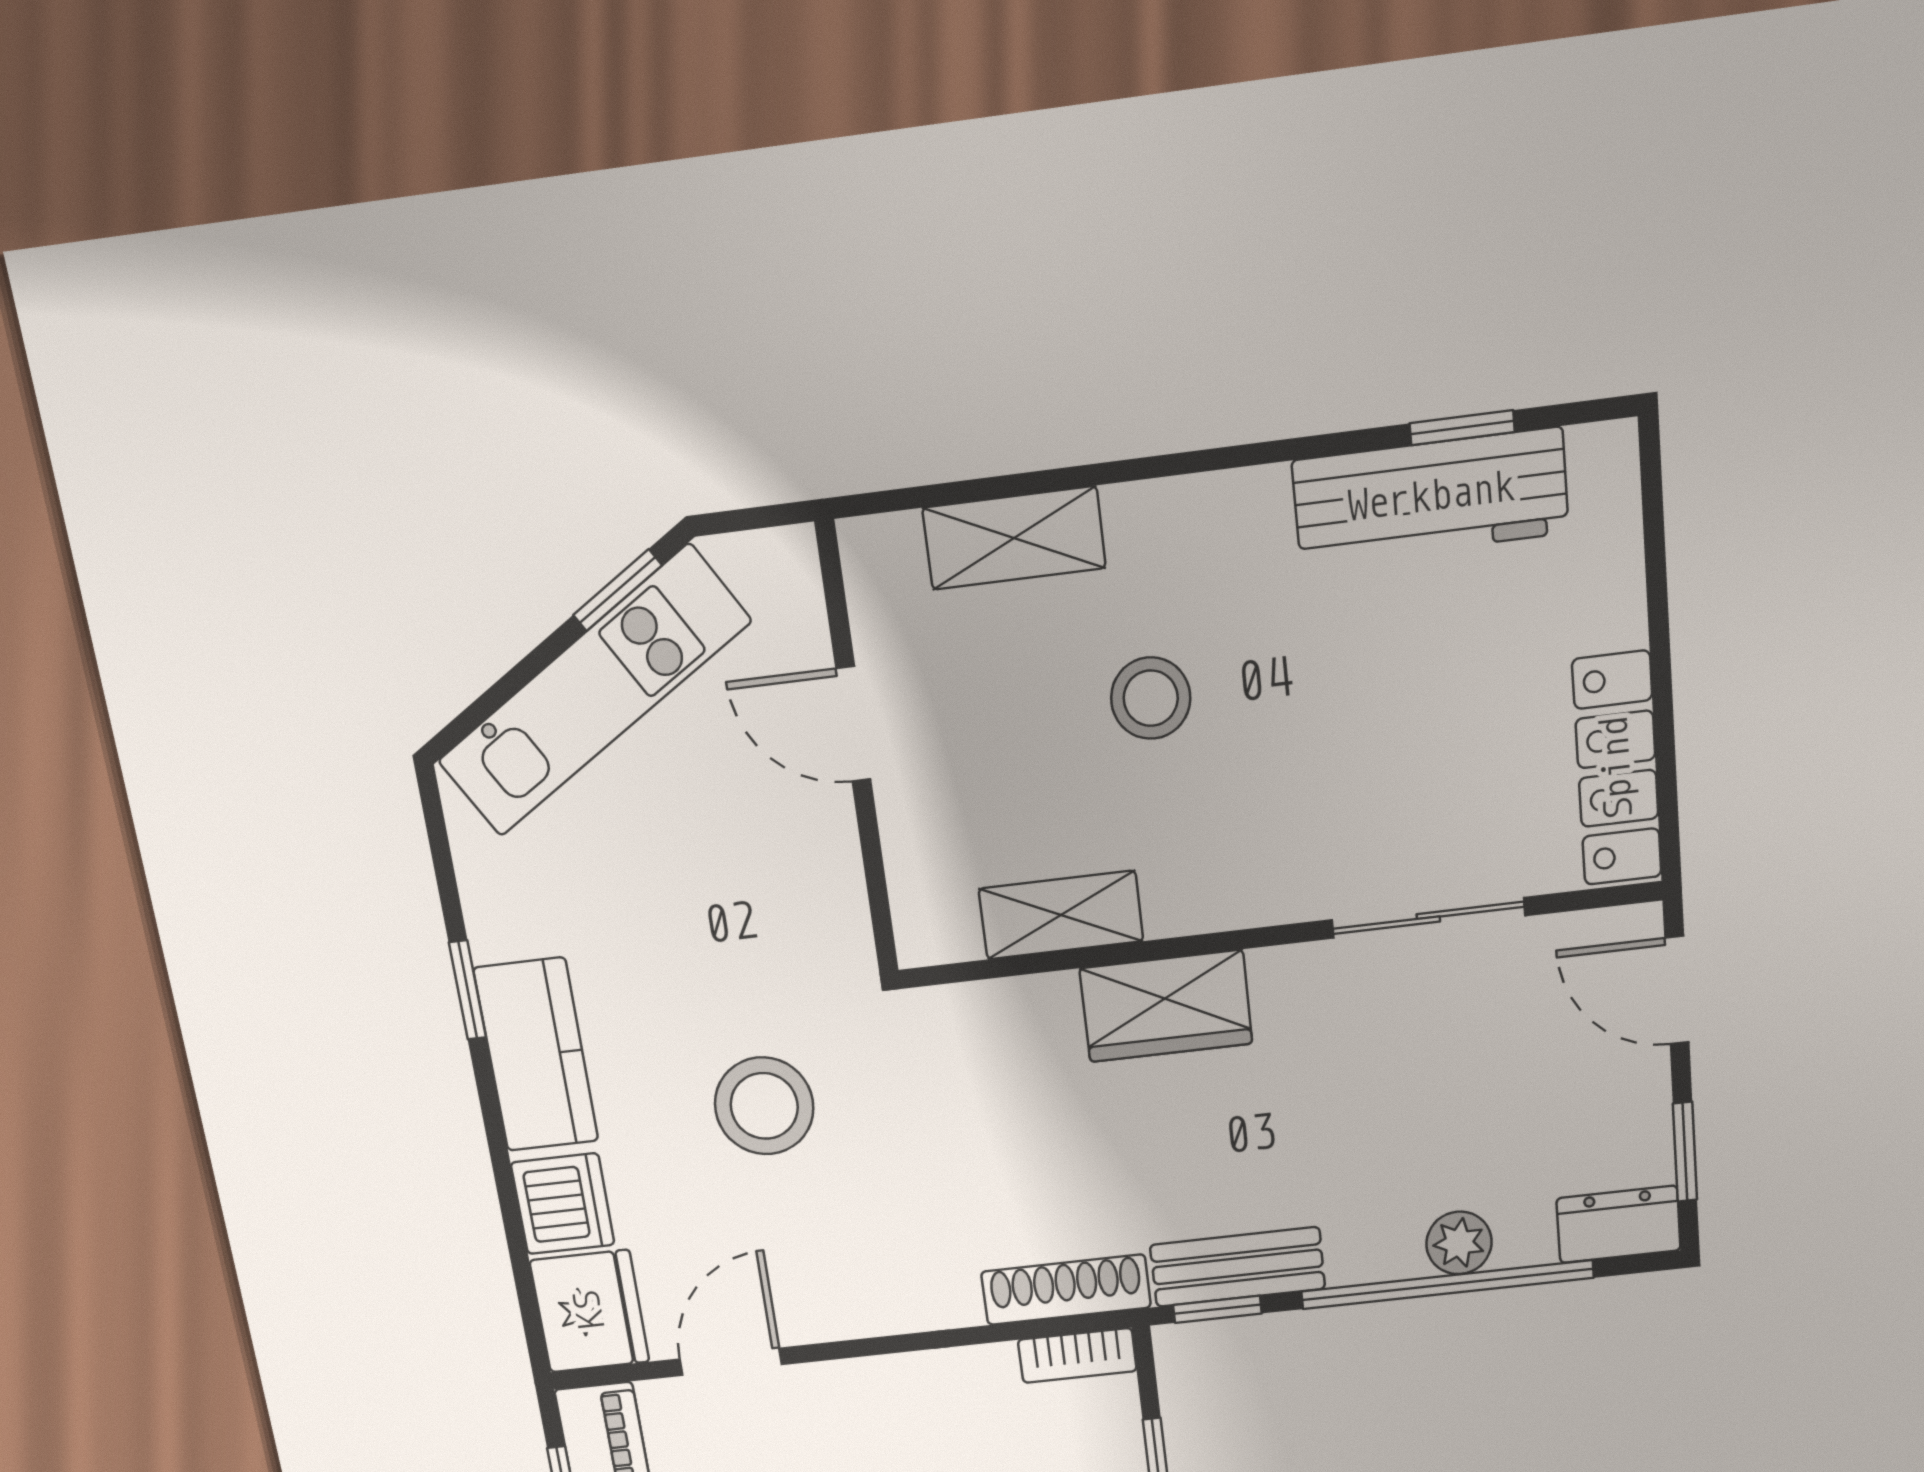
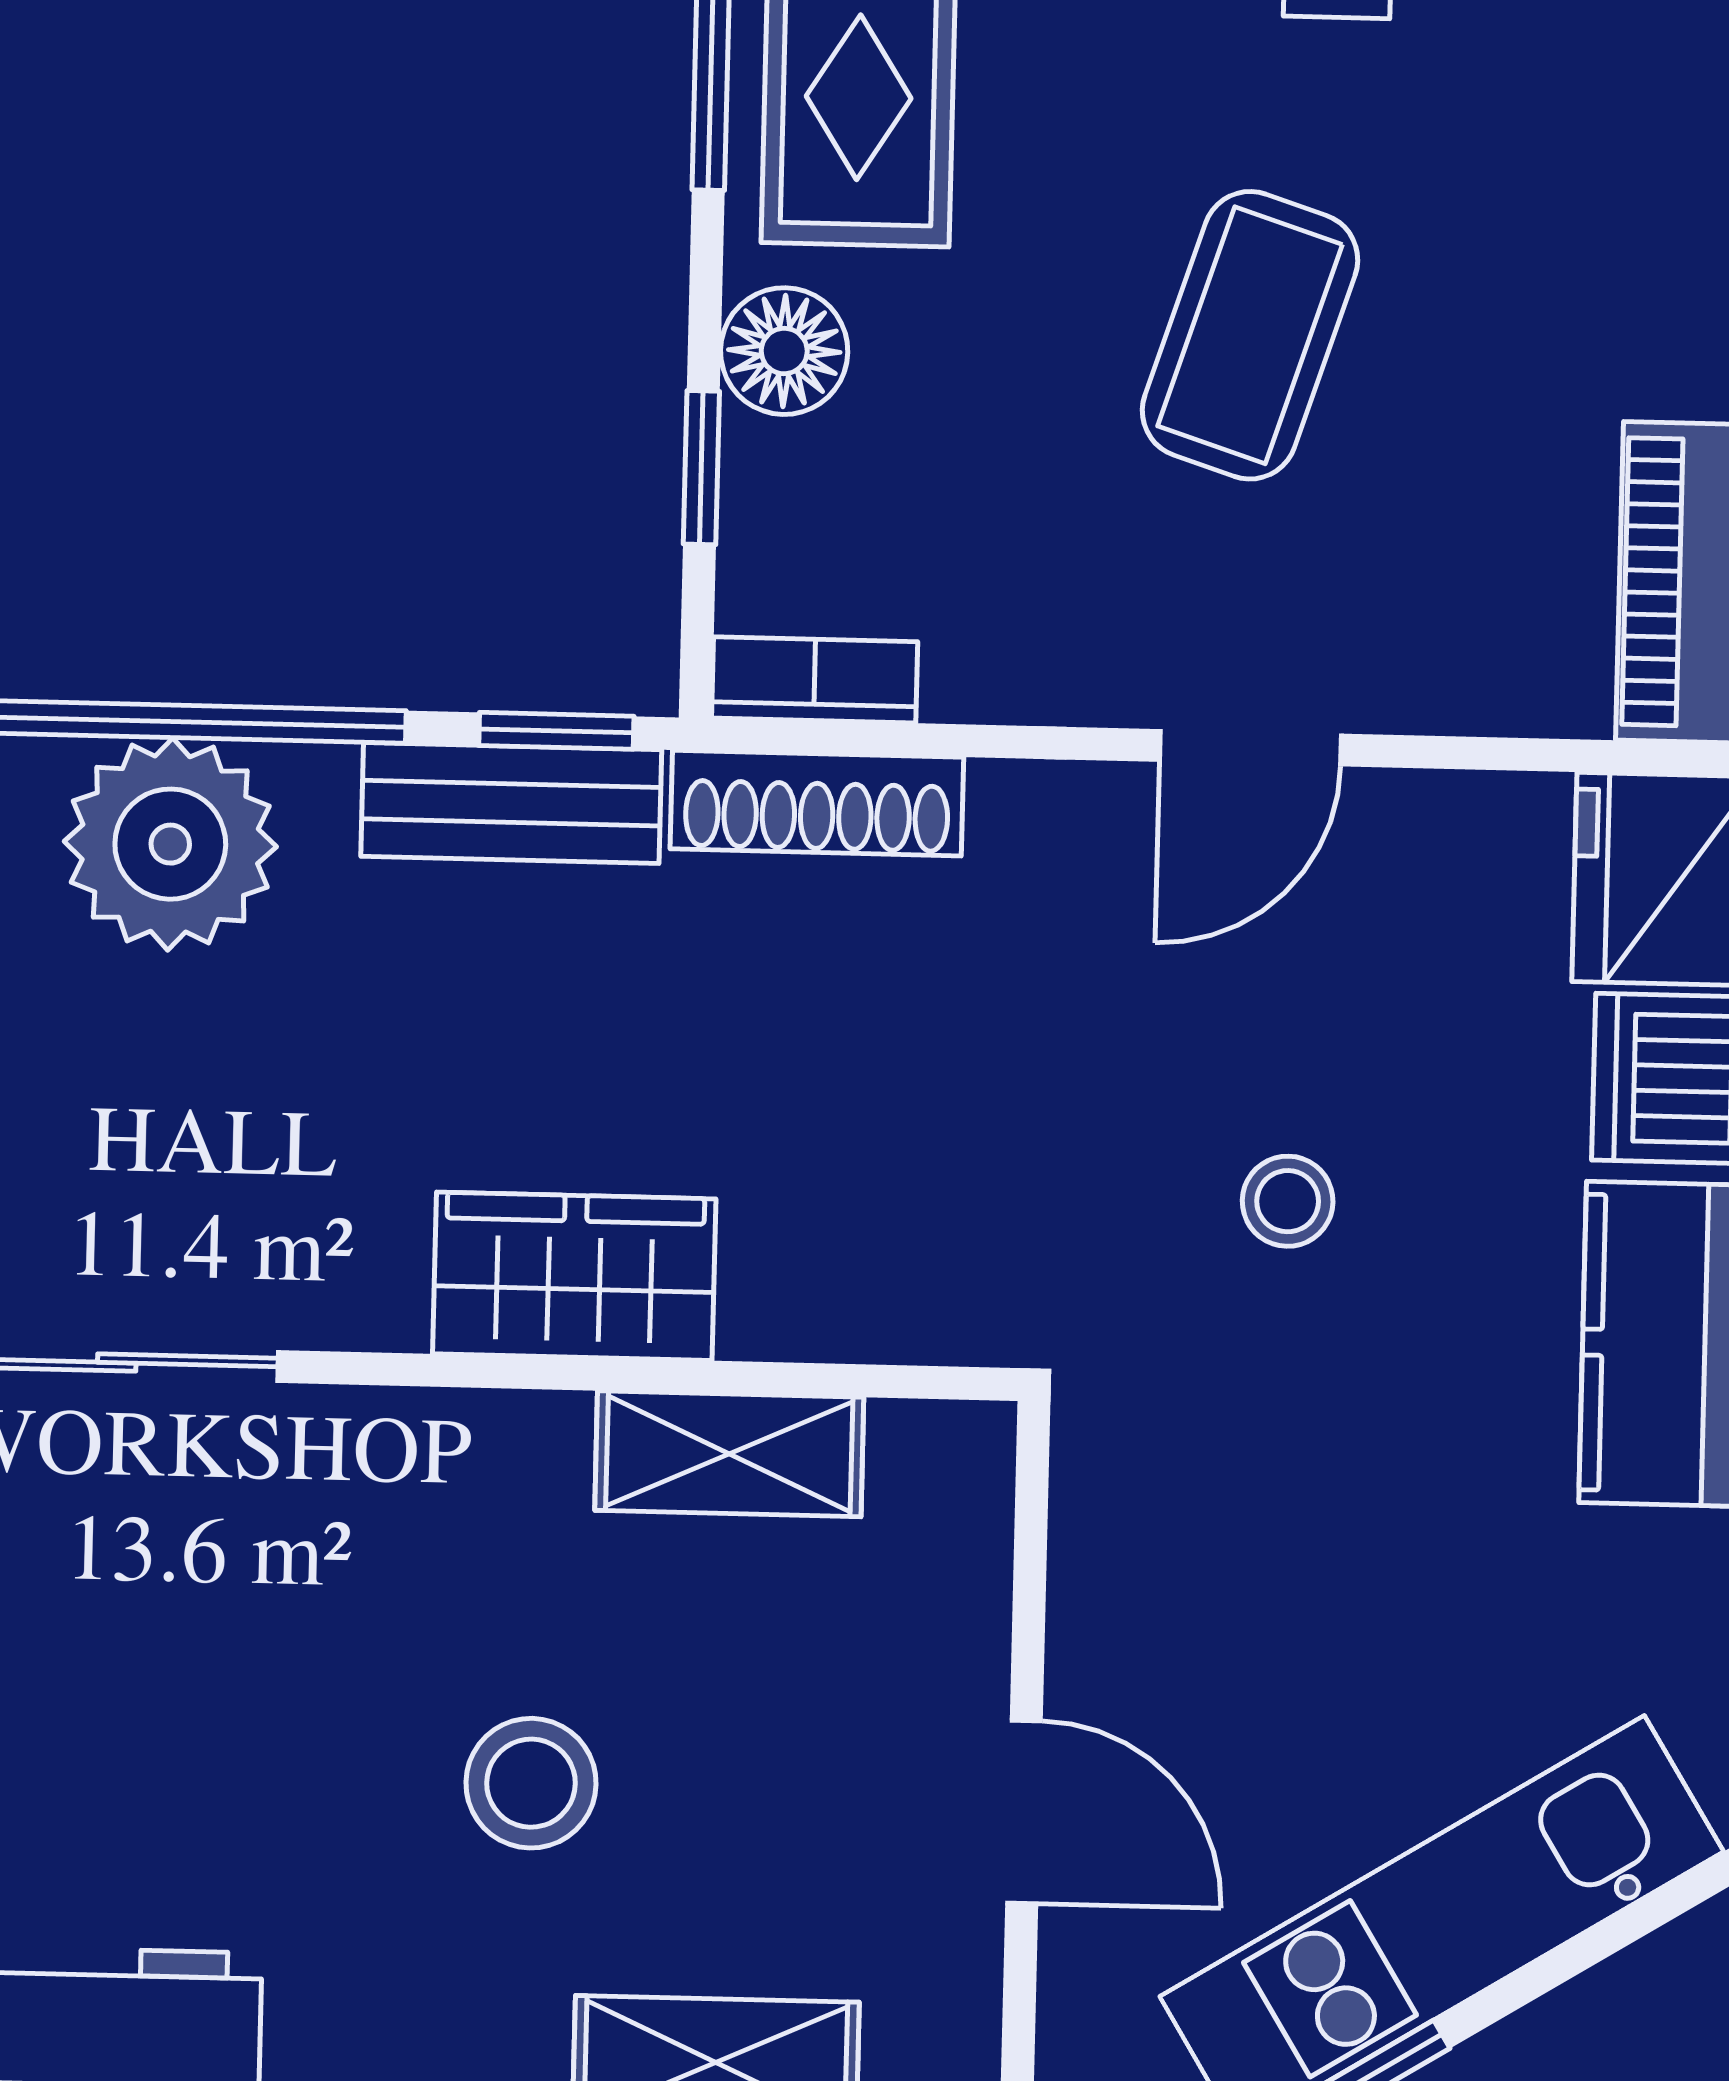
stool: (764, 1106) -> (1288, 1201), width x0.53, depth x0.53
plant: (1459, 1243) -> (170, 844), width x1.87, depth x1.87
door: (731, 1362) -> (1250, 748), moved

